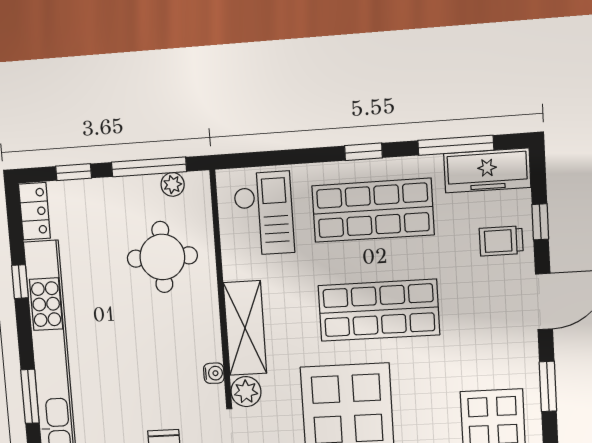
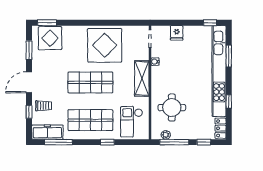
window: (363, 152) -> (107, 142), moved
plant: (246, 392) -> (143, 54), removed

